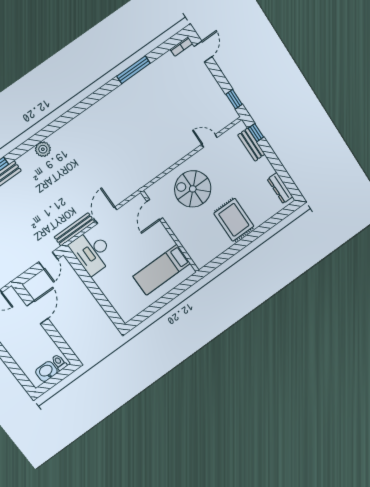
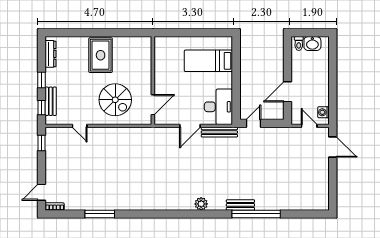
window: (273, 158) -> (42, 80), added
bed: (162, 270) -> (208, 61), moved, turned 180

